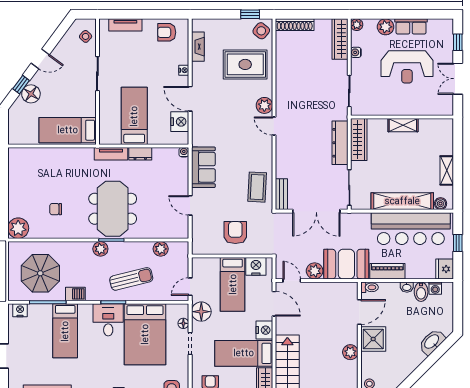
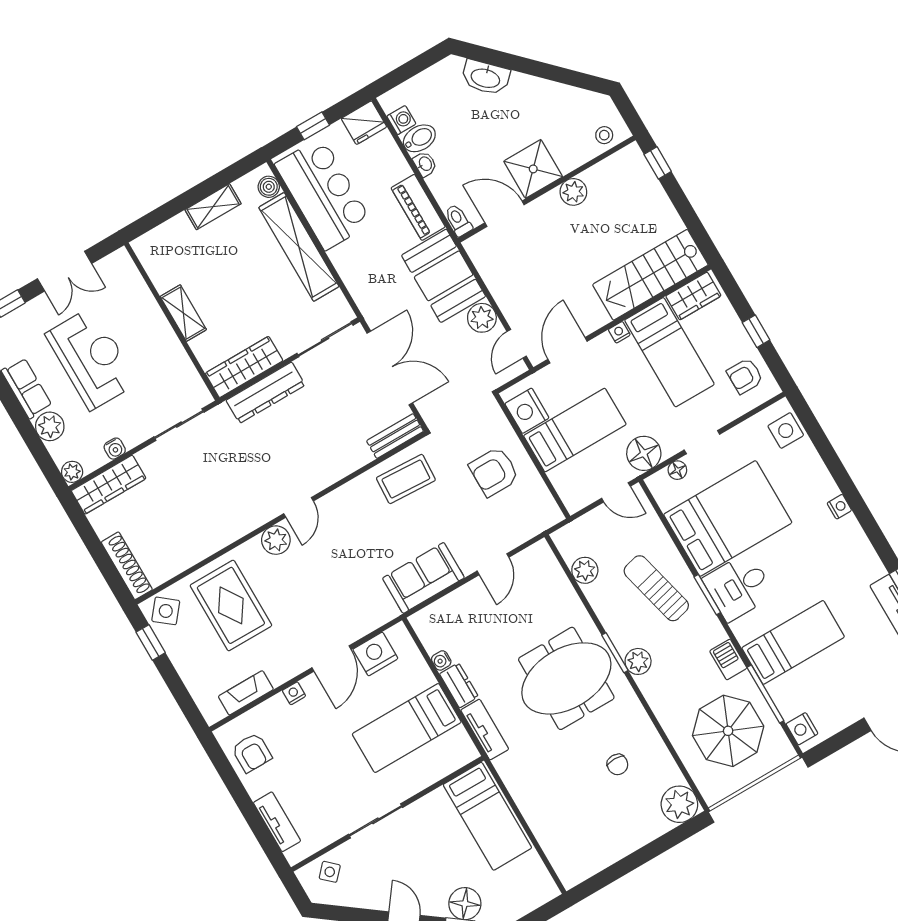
water cooler: (184, 152) -> (441, 660), moved
bar counter: (411, 229) -> (323, 194), width x0.73
nightstand: (264, 330) -> (619, 332), width x0.53, depth x0.56

